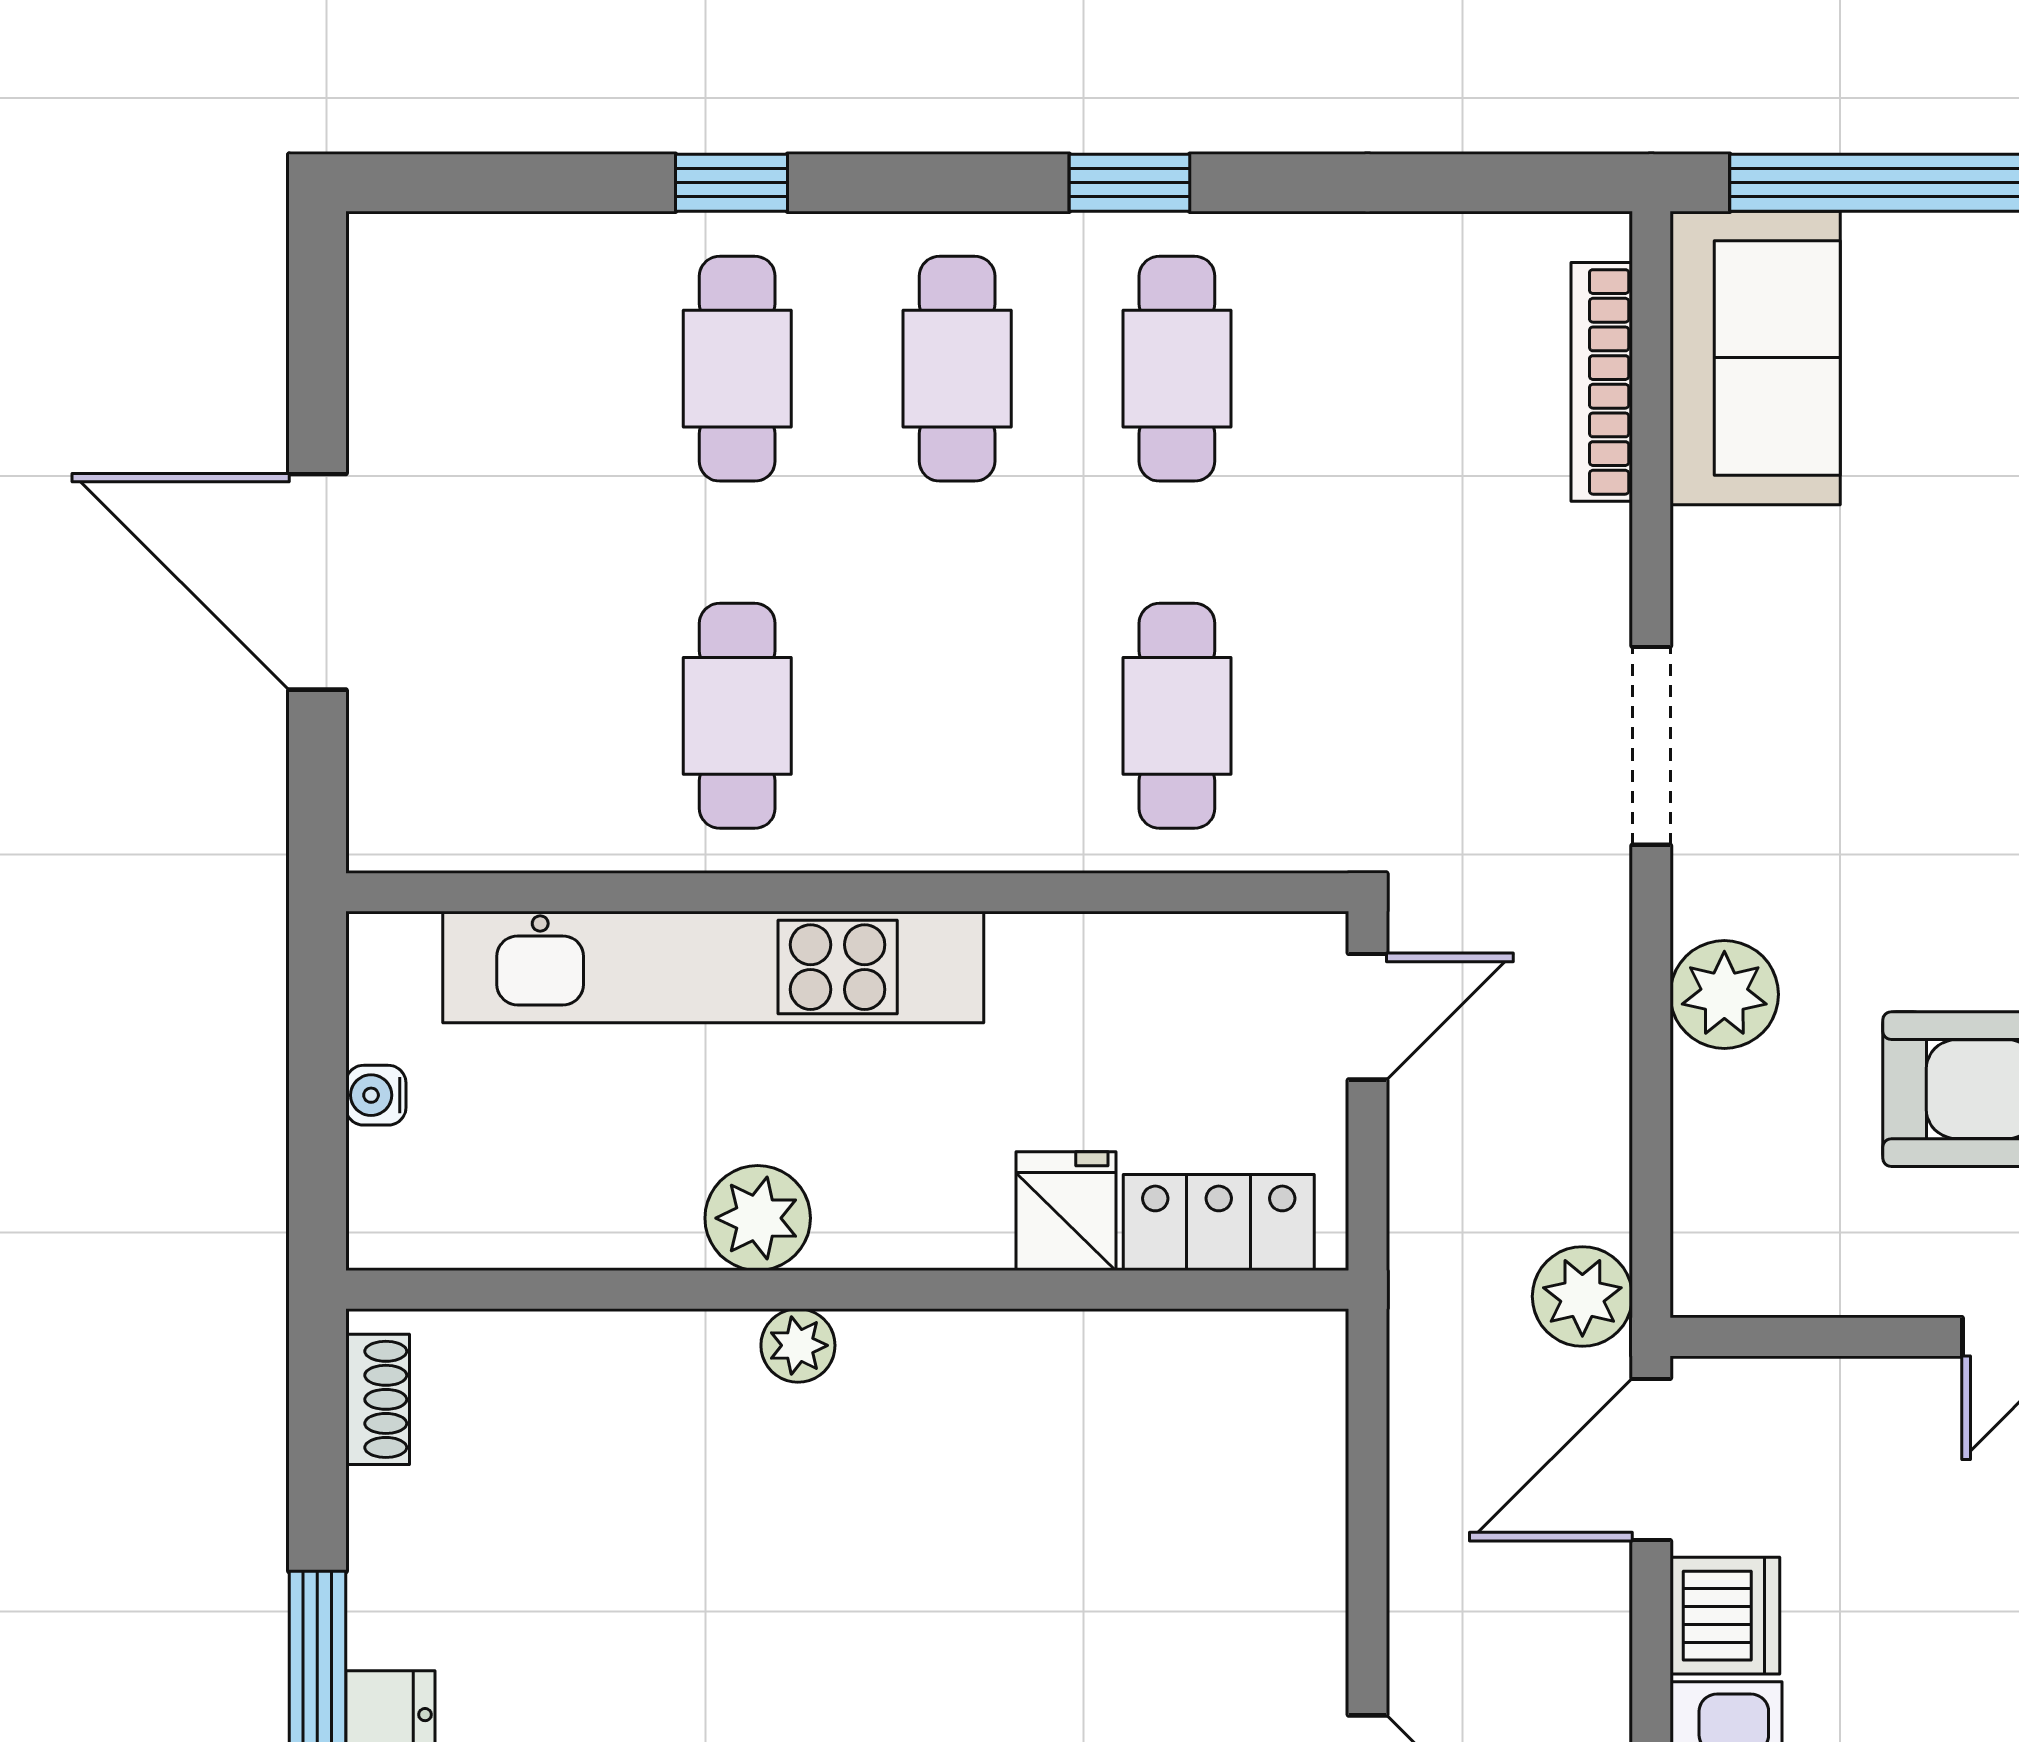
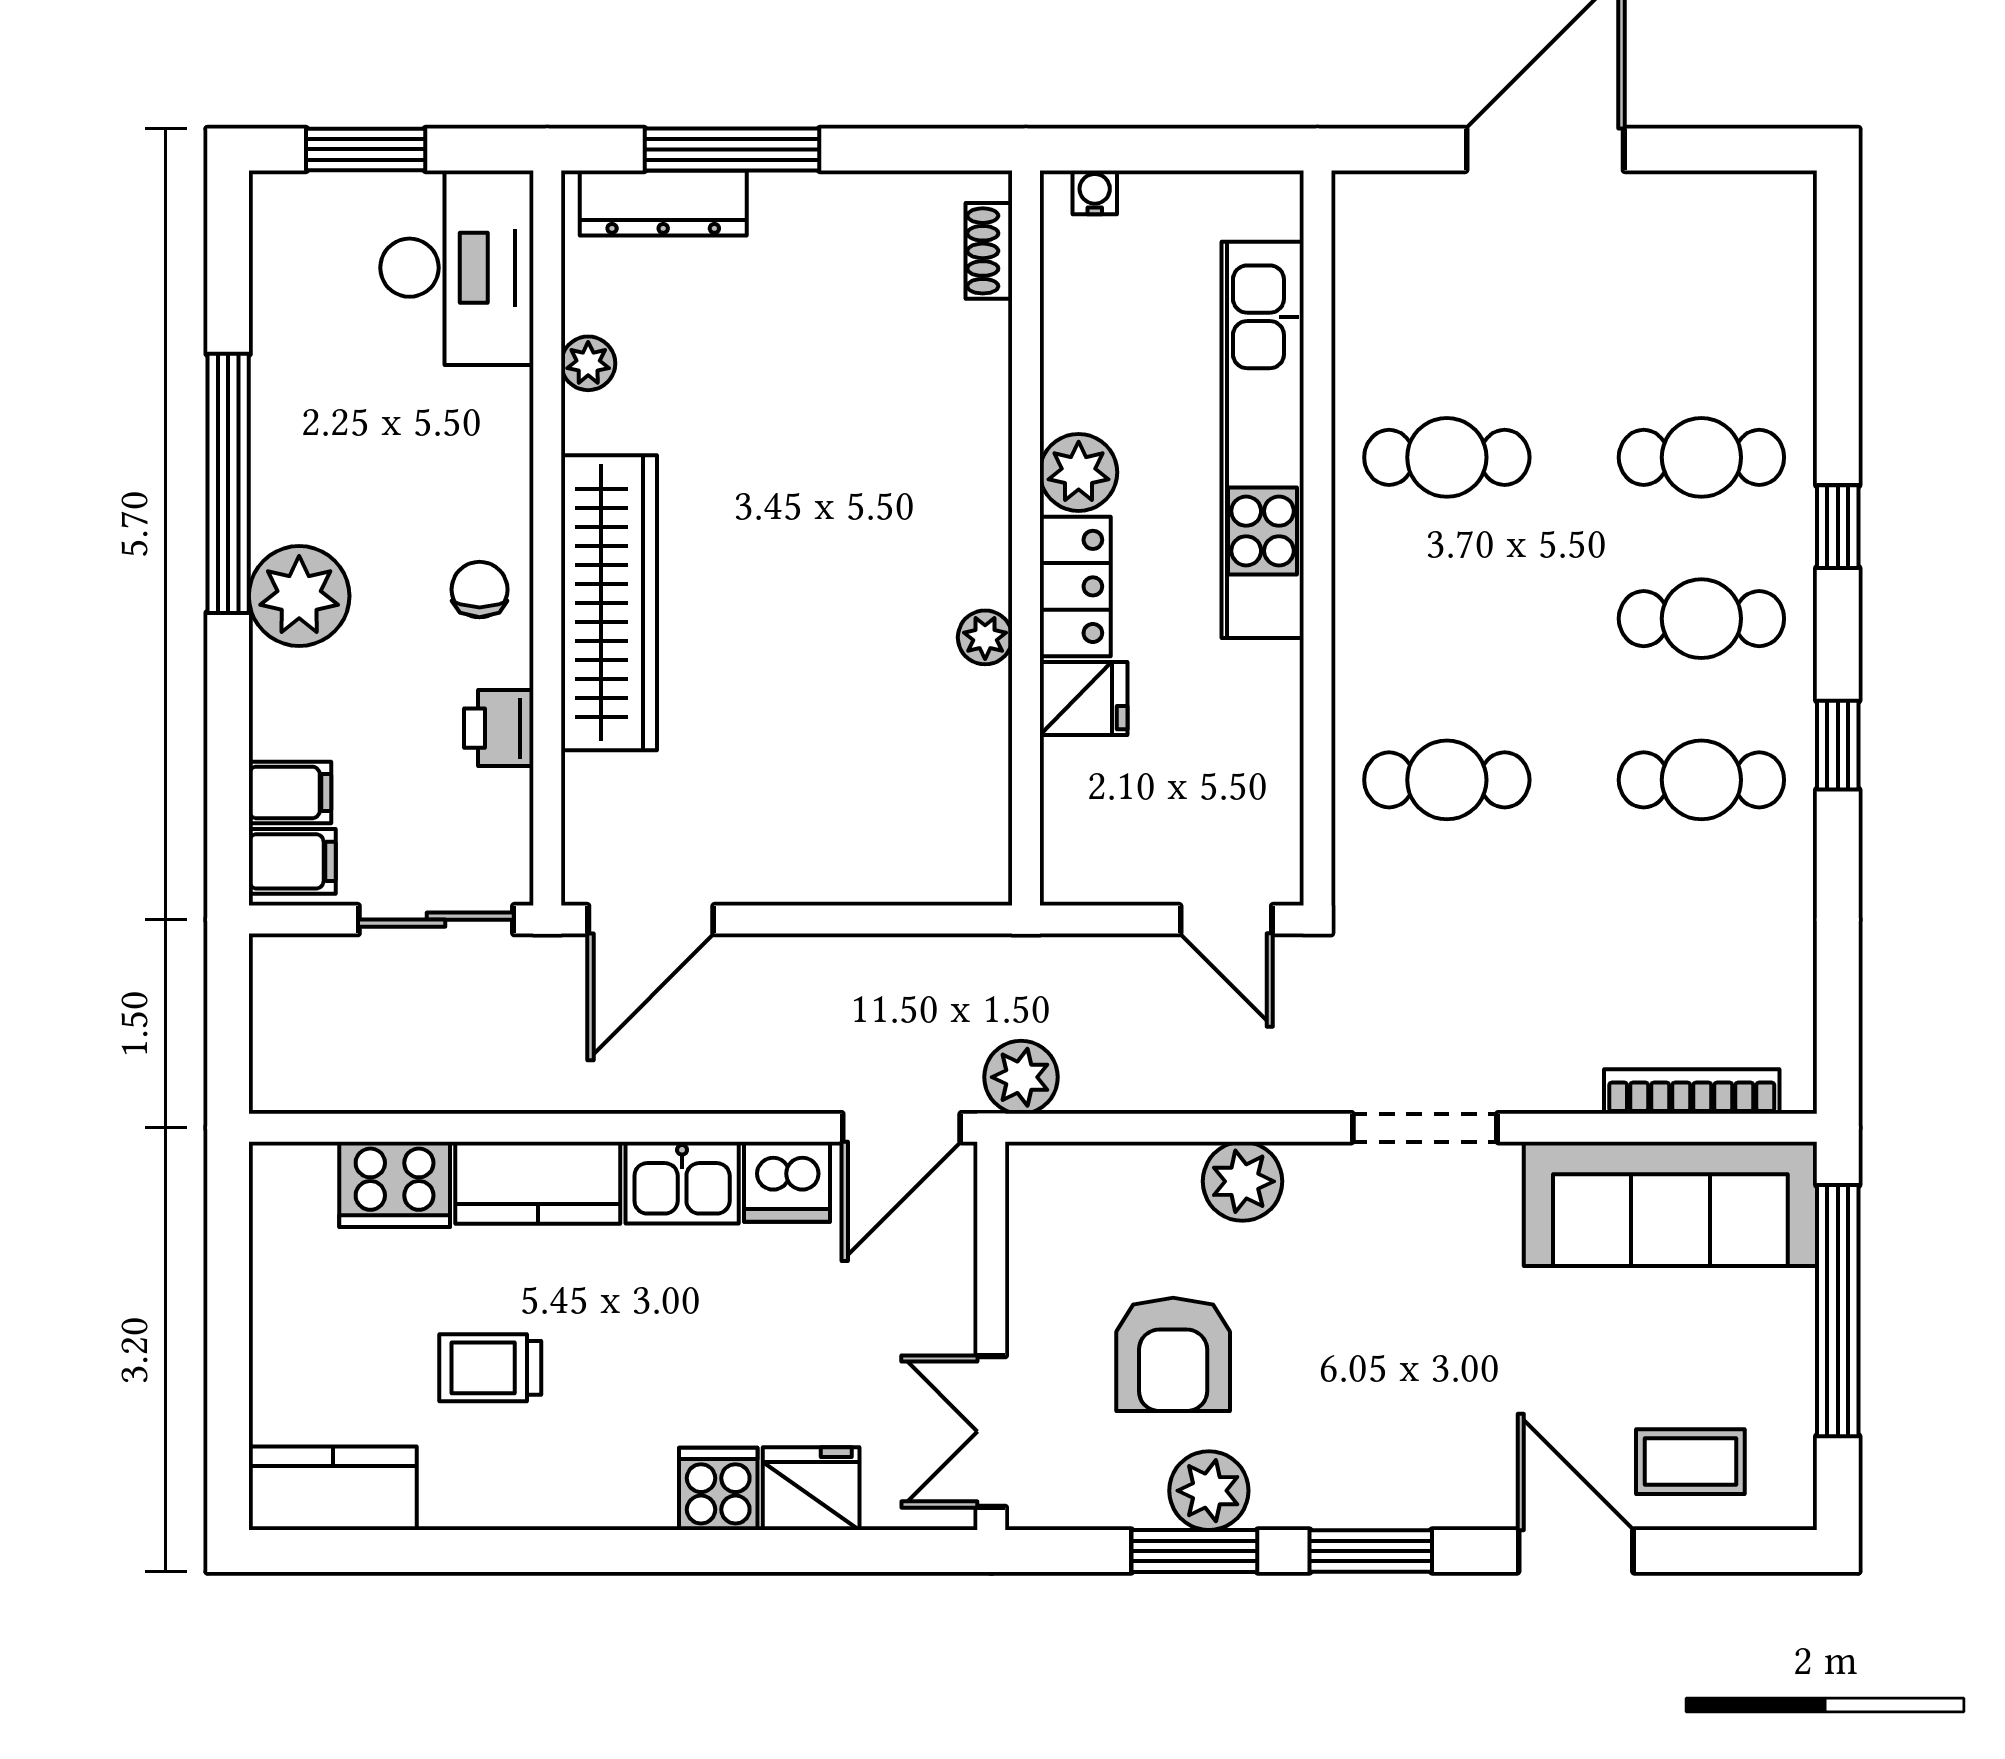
window: (732, 183) -> (1838, 527), moved
sofa: (1755, 358) -> (1670, 1204), width x1.36
water cooler: (376, 1095) -> (1095, 192), moved
locker: (1219, 1223) -> (1075, 586), moved
plant: (798, 1345) -> (985, 637), moved
shoe rack: (378, 1399) -> (989, 251), moved, turned 90
door: (1651, 1460) -> (901, 1128), swing flipped

